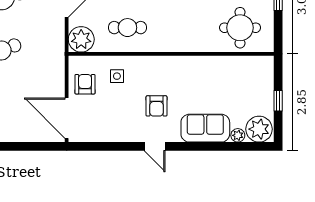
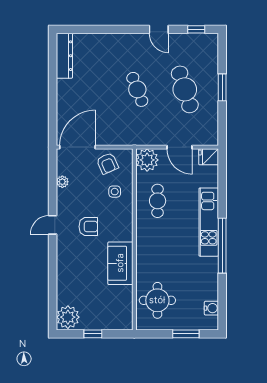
armchair: (85, 84) -> (107, 163), turned 66
armchair: (156, 106) -> (88, 227), turned 180
sofa: (205, 128) -> (120, 263), moved, turned 180
plant: (238, 135) -> (62, 182), moved

